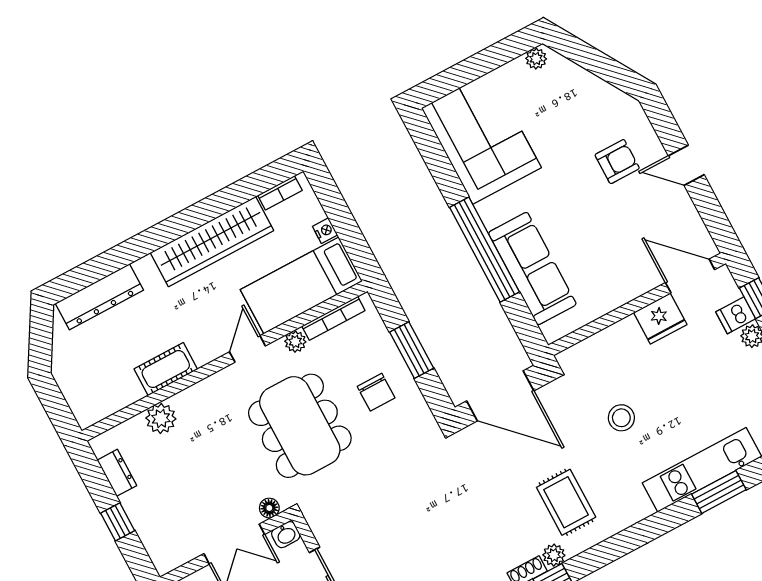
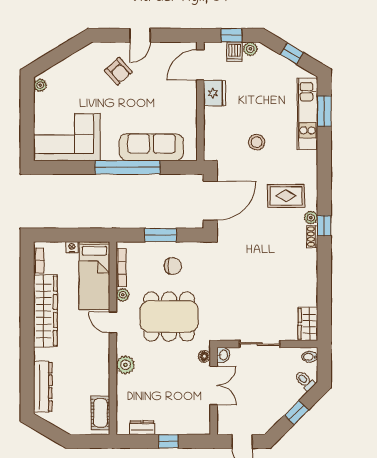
armchair: (617, 162) -> (118, 71), turned 138
cot: (166, 369) -> (100, 413), moved
plant: (161, 418) -> (125, 365), moved

